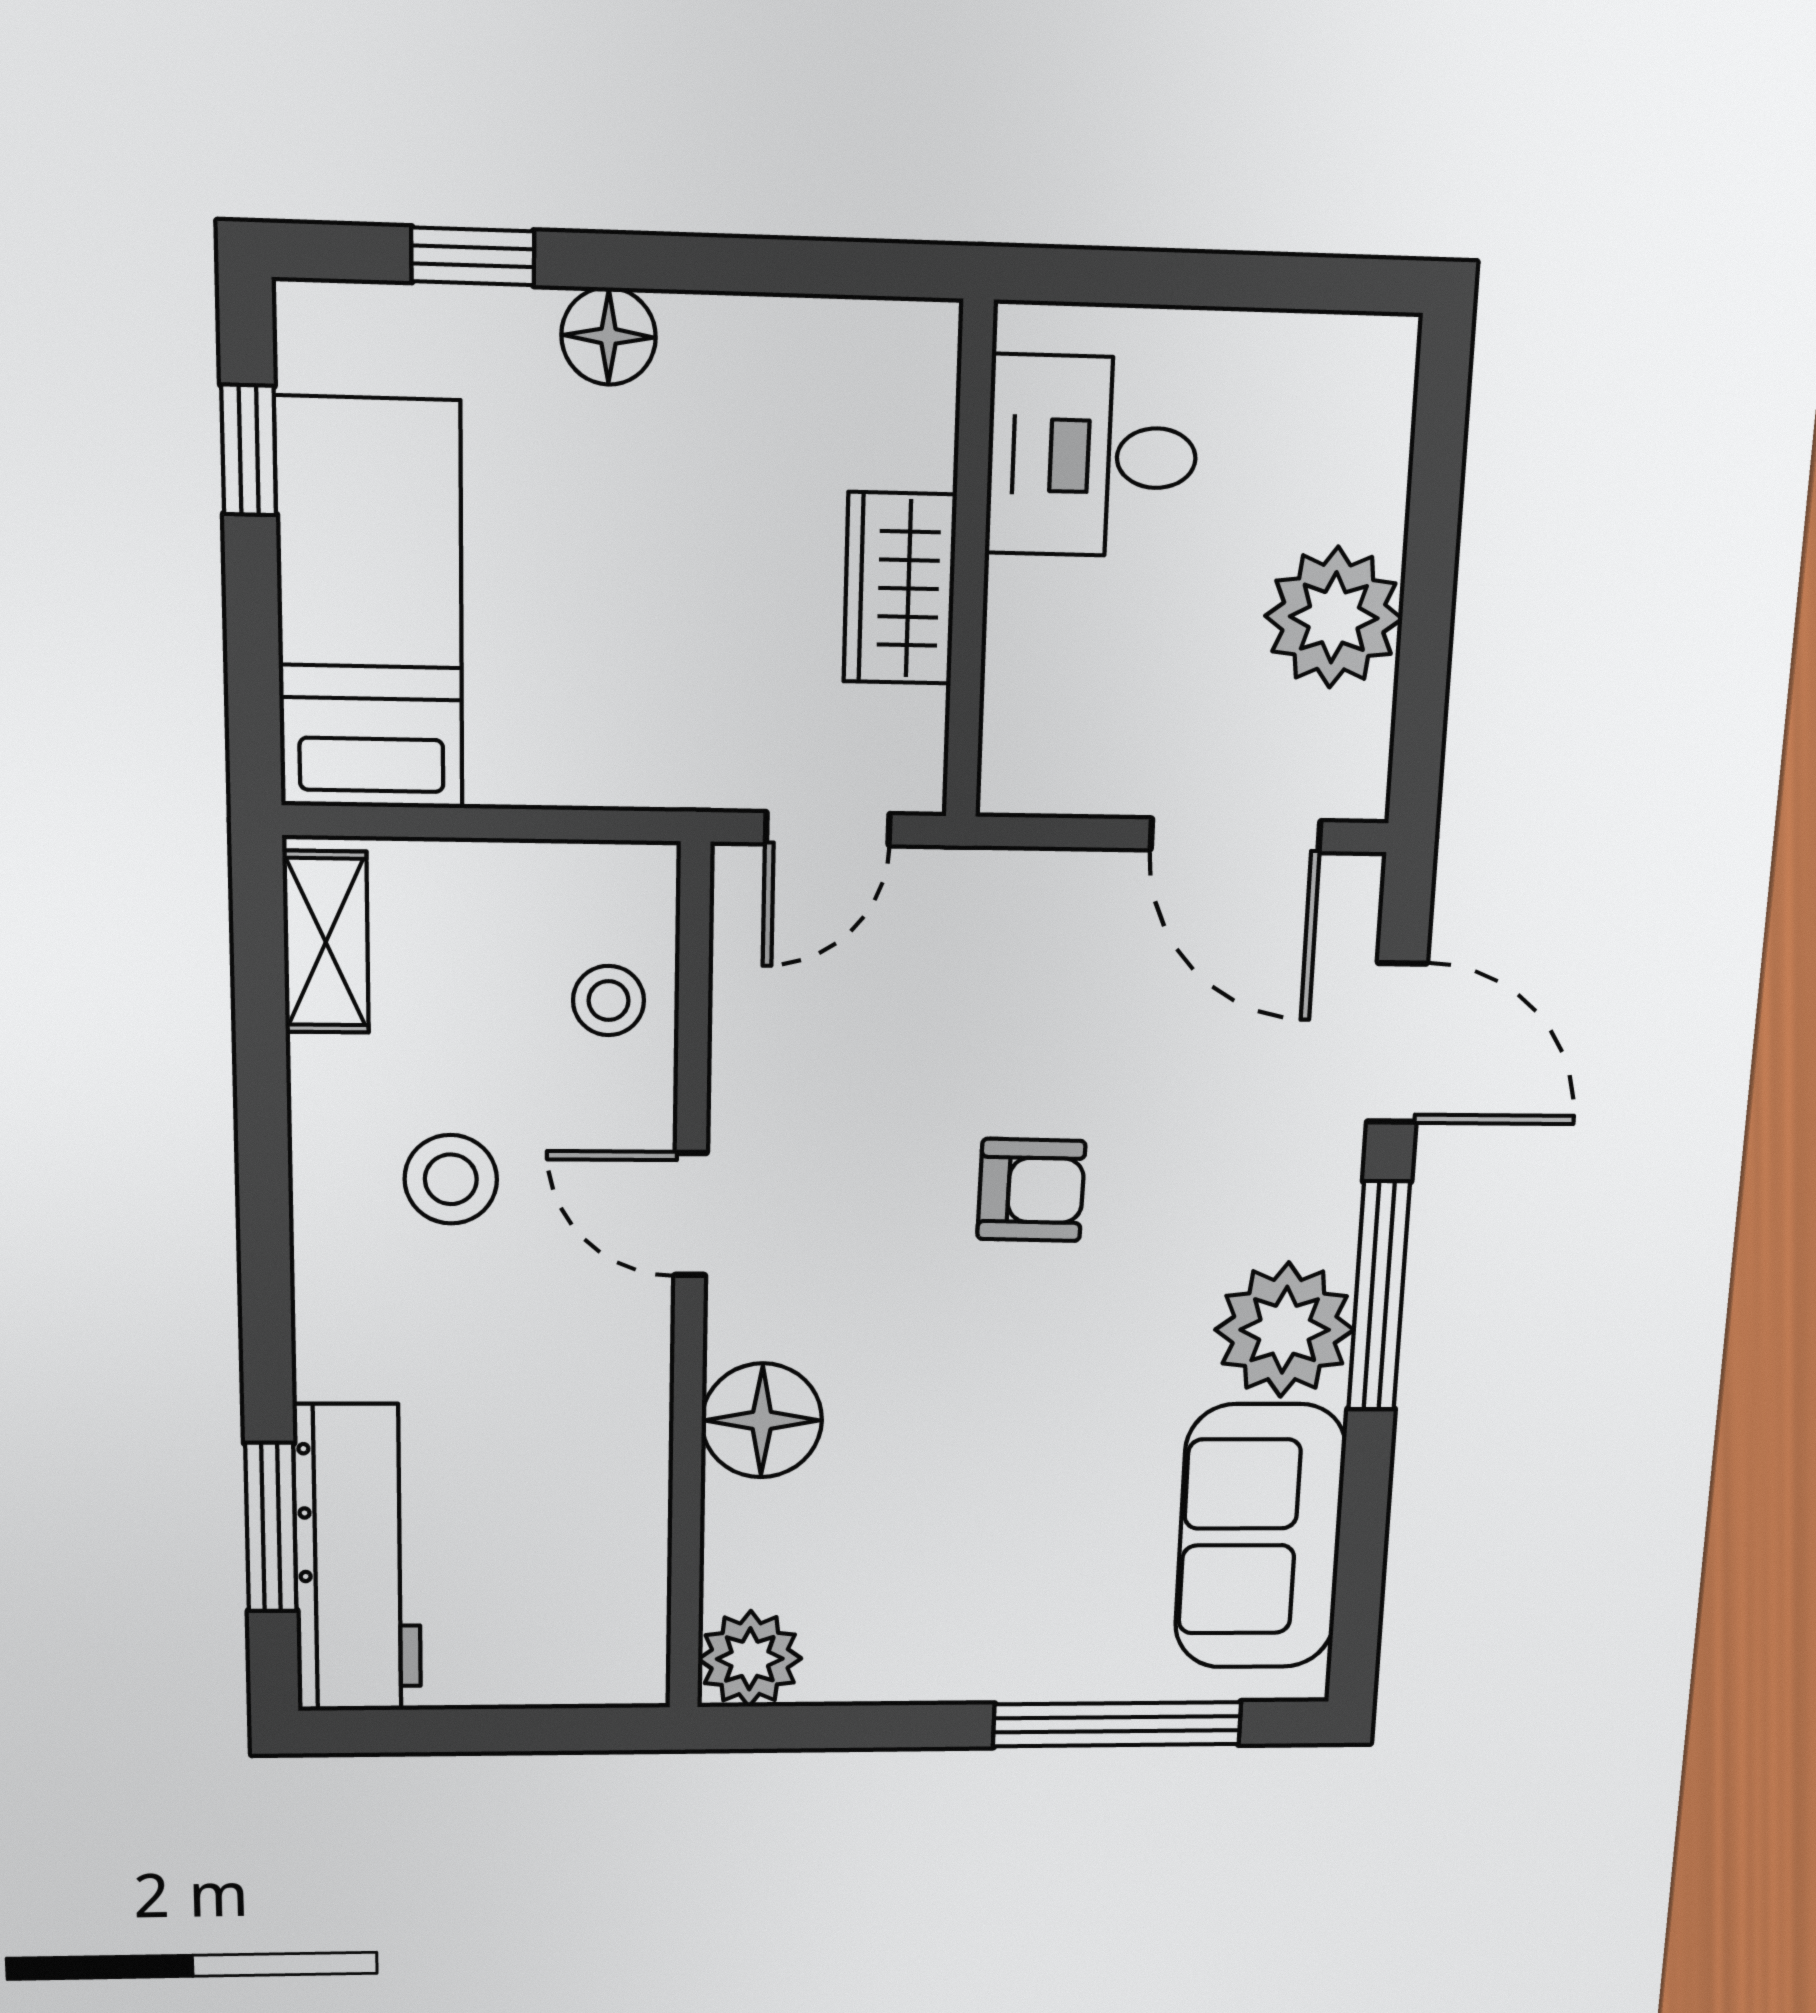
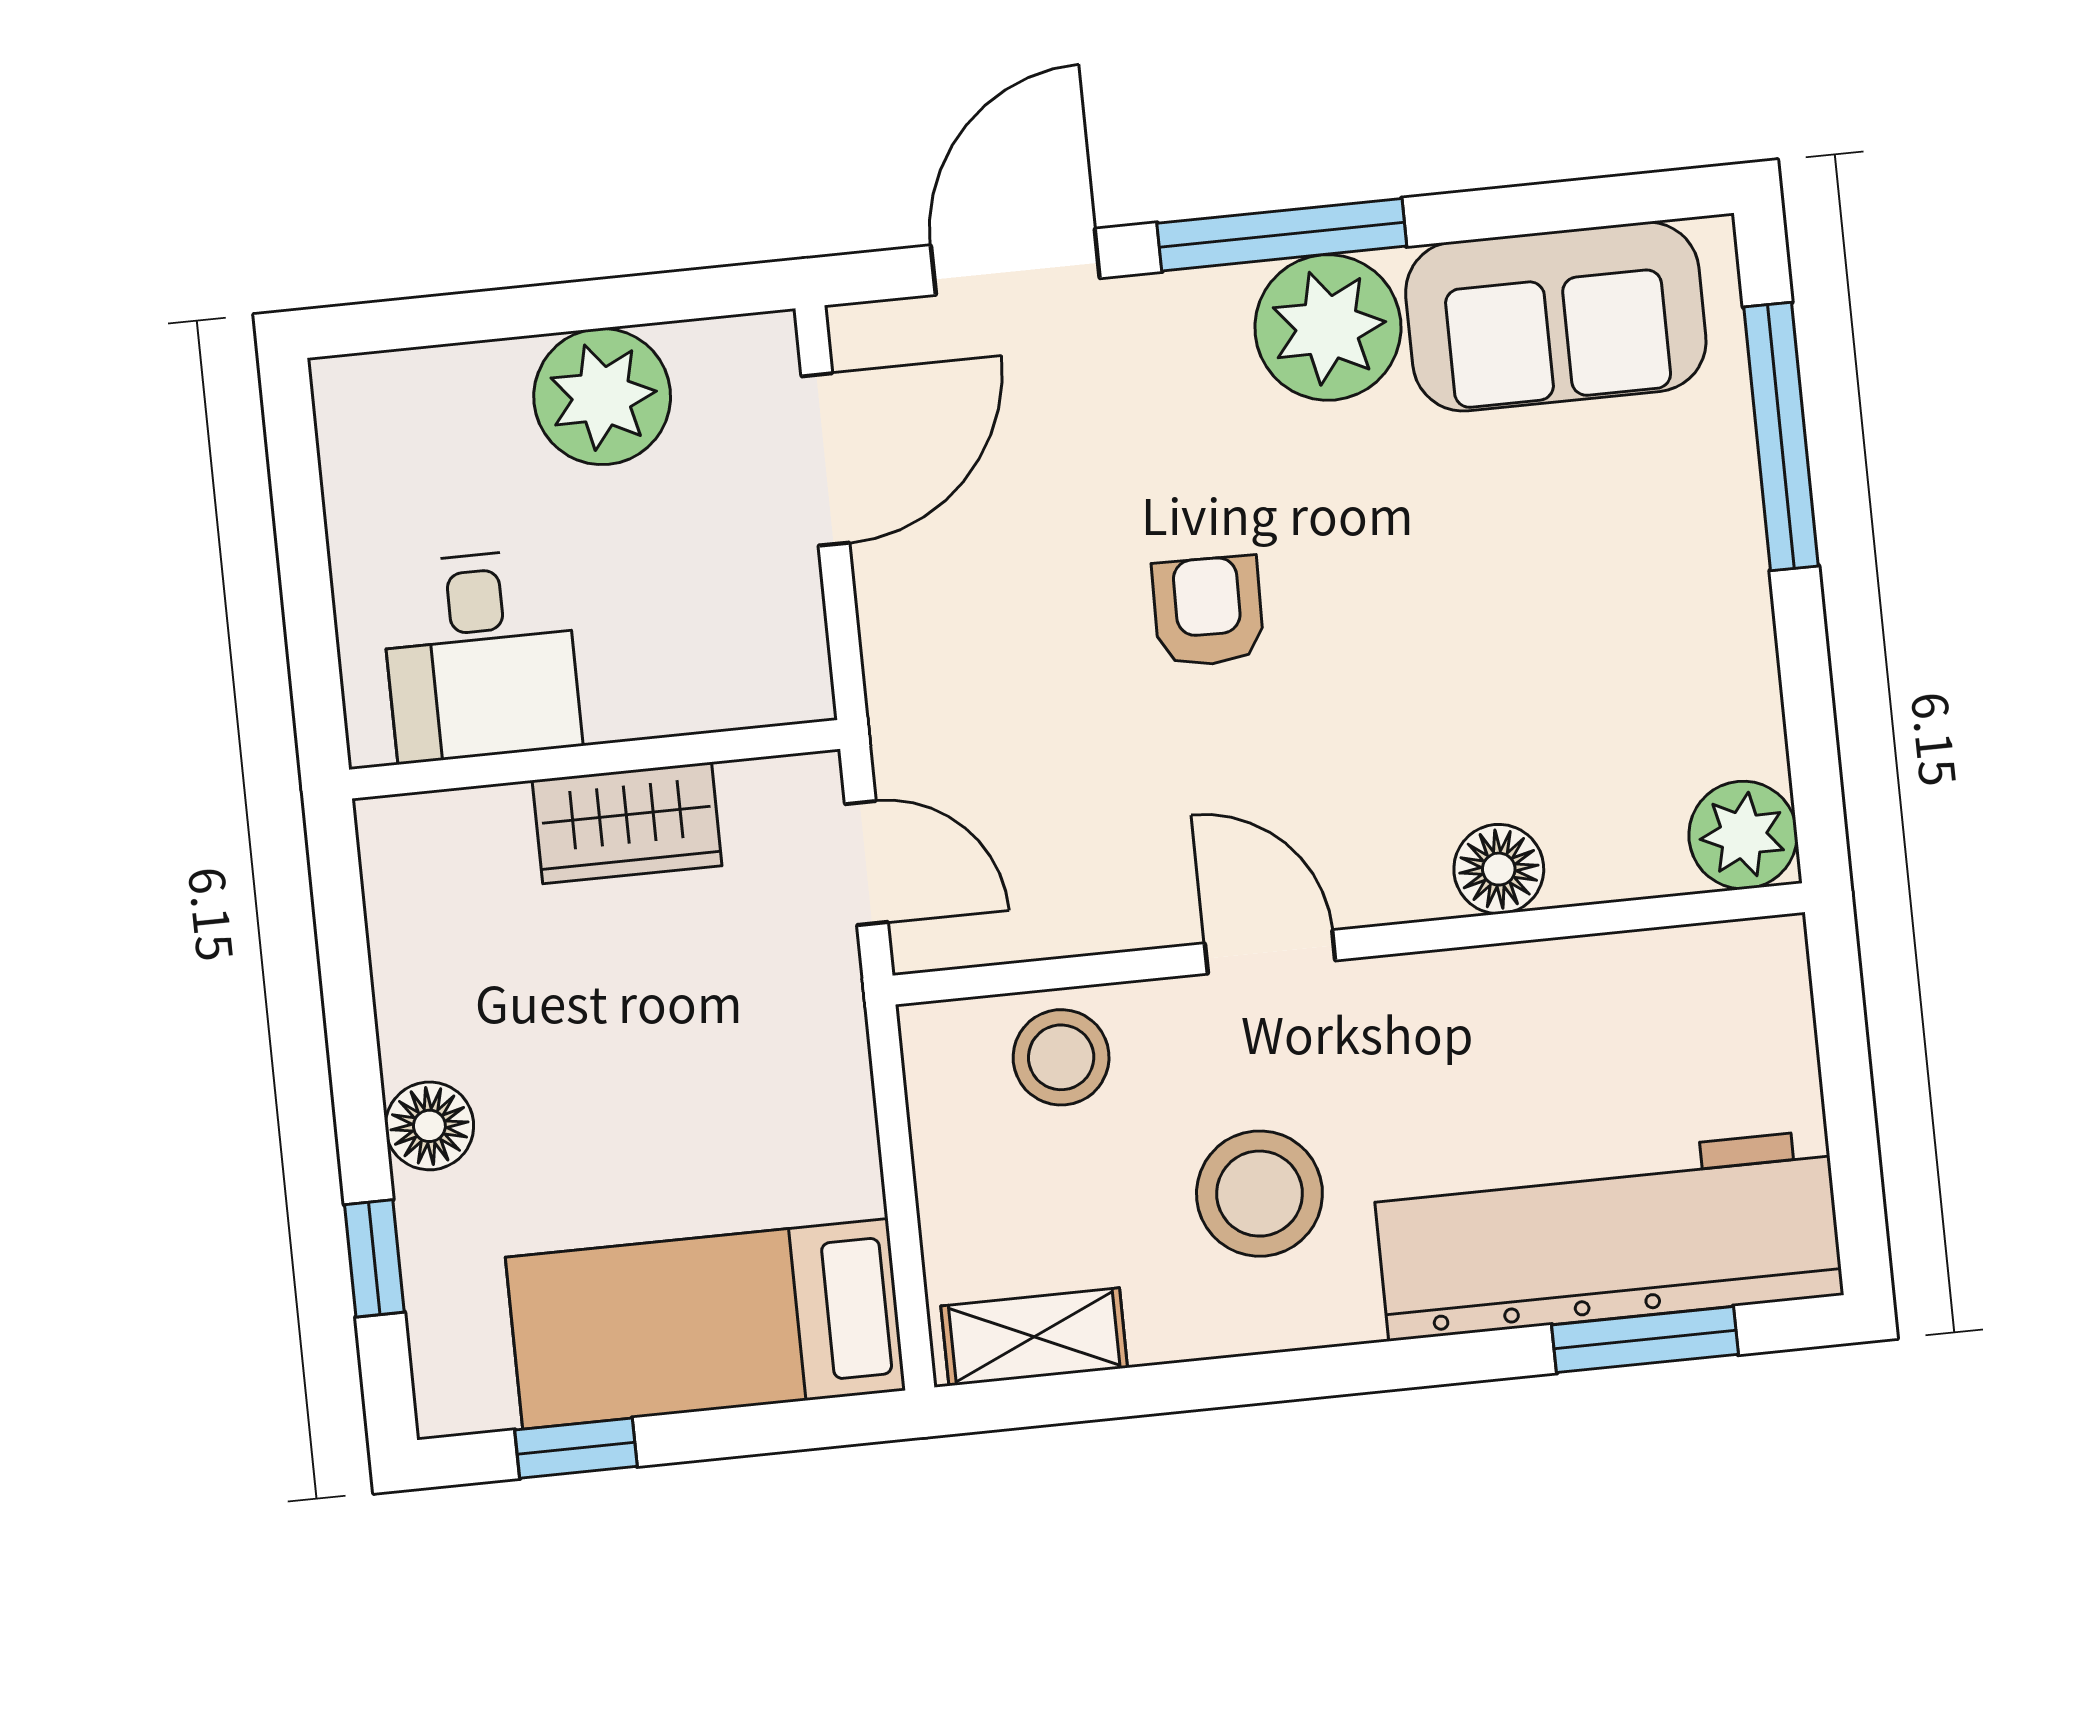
stool: (609, 1001) -> (1061, 1057), width x1.37, depth x1.37
stool: (451, 1179) -> (1259, 1194), width x1.38, depth x1.38
door: (691, 1214) -> (1270, 952), swing flipped
floor lamp: (762, 1420) -> (1499, 869), width x0.73, depth x0.73
workbench: (358, 1559) -> (1608, 1235), width x1.36, depth x1.32

